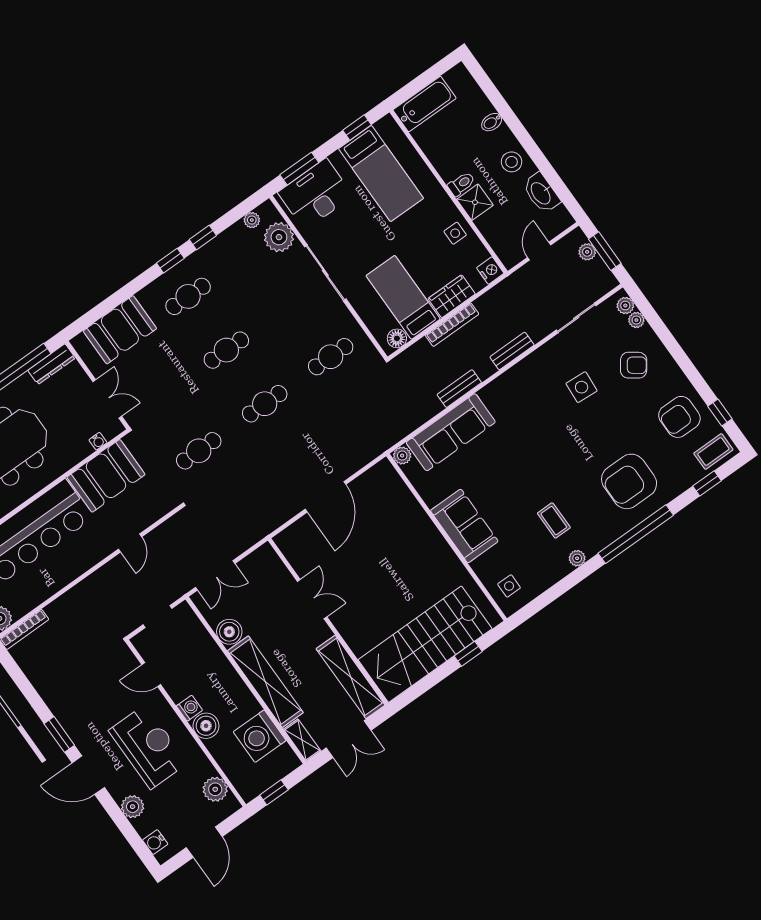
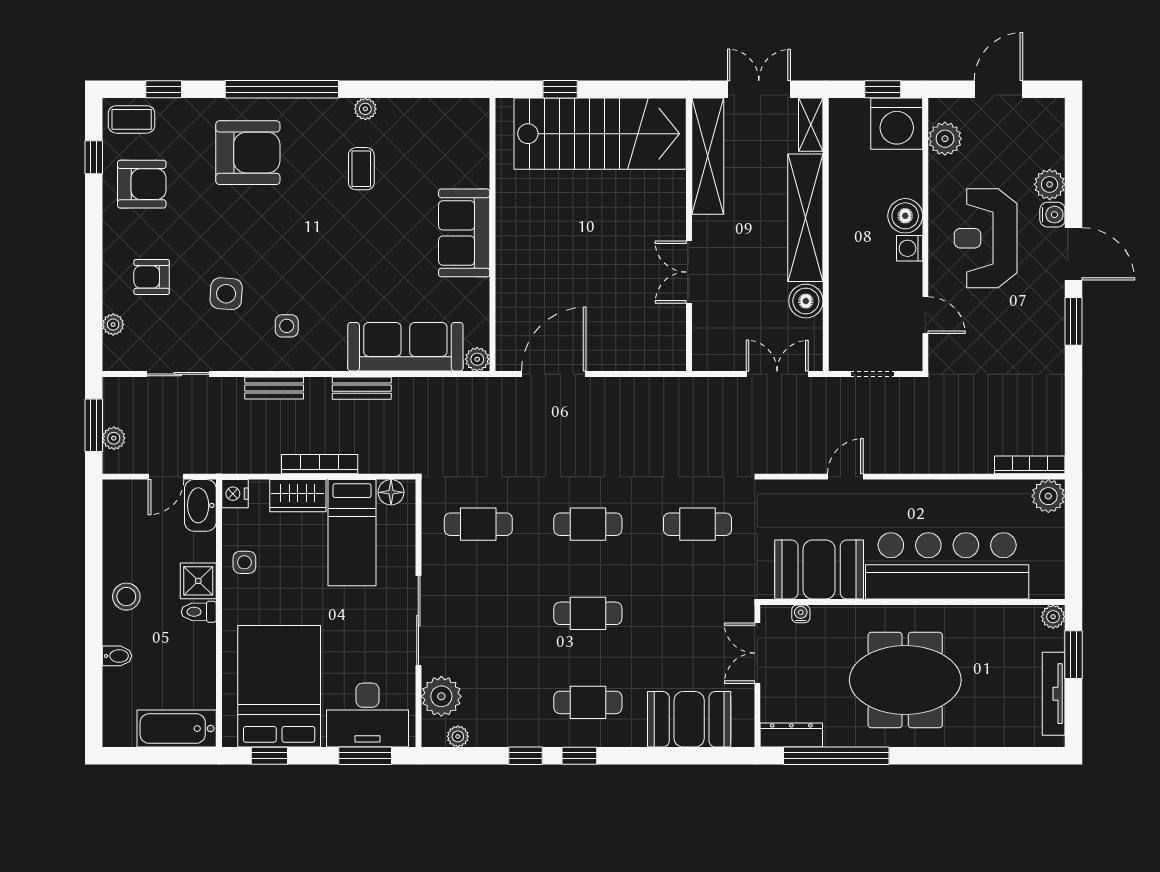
bed: (381, 174) -> (279, 686), width x1.50
washbasin: (541, 193) -> (200, 505), moved, turned 180
plant: (625, 306) -> (114, 349), removed
armchair: (634, 365) -> (152, 277), turned -36
door: (325, 497) -> (554, 374), moved
side table: (509, 586) -> (287, 326), moved
washing machine: (260, 736) -> (897, 124), moved, turned 90
water cooler: (155, 842) -> (1052, 215), moved

